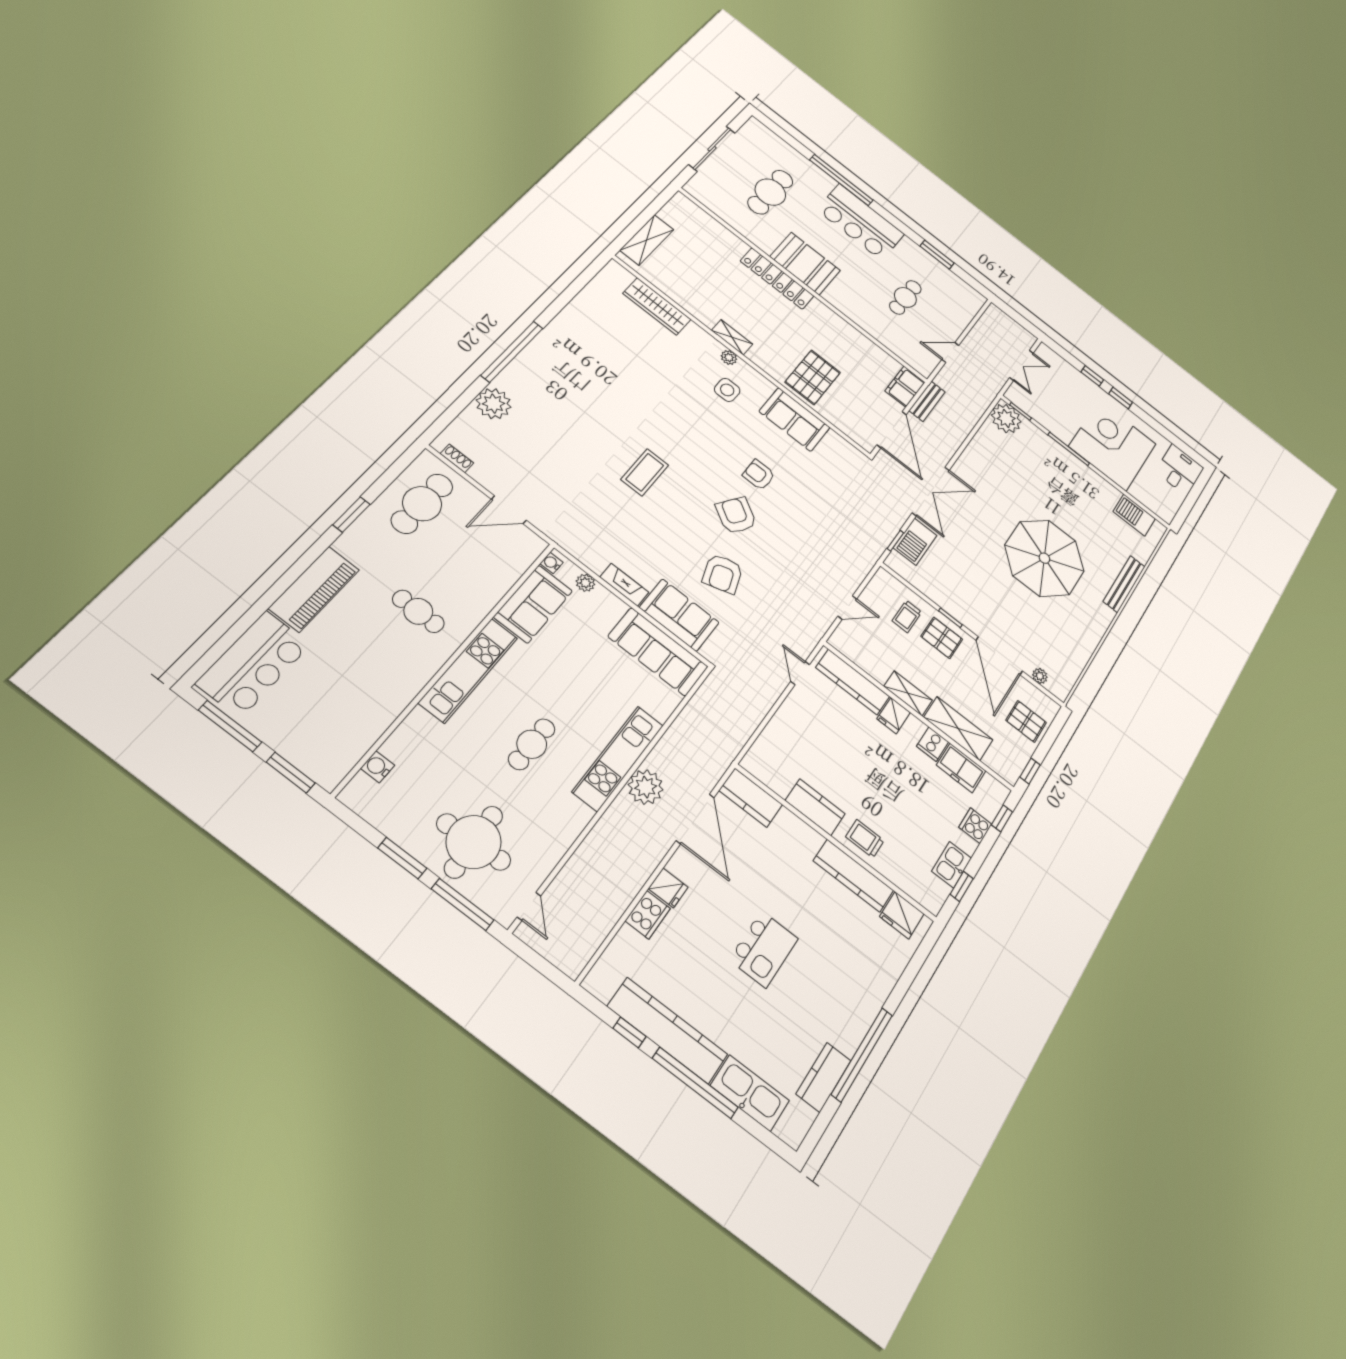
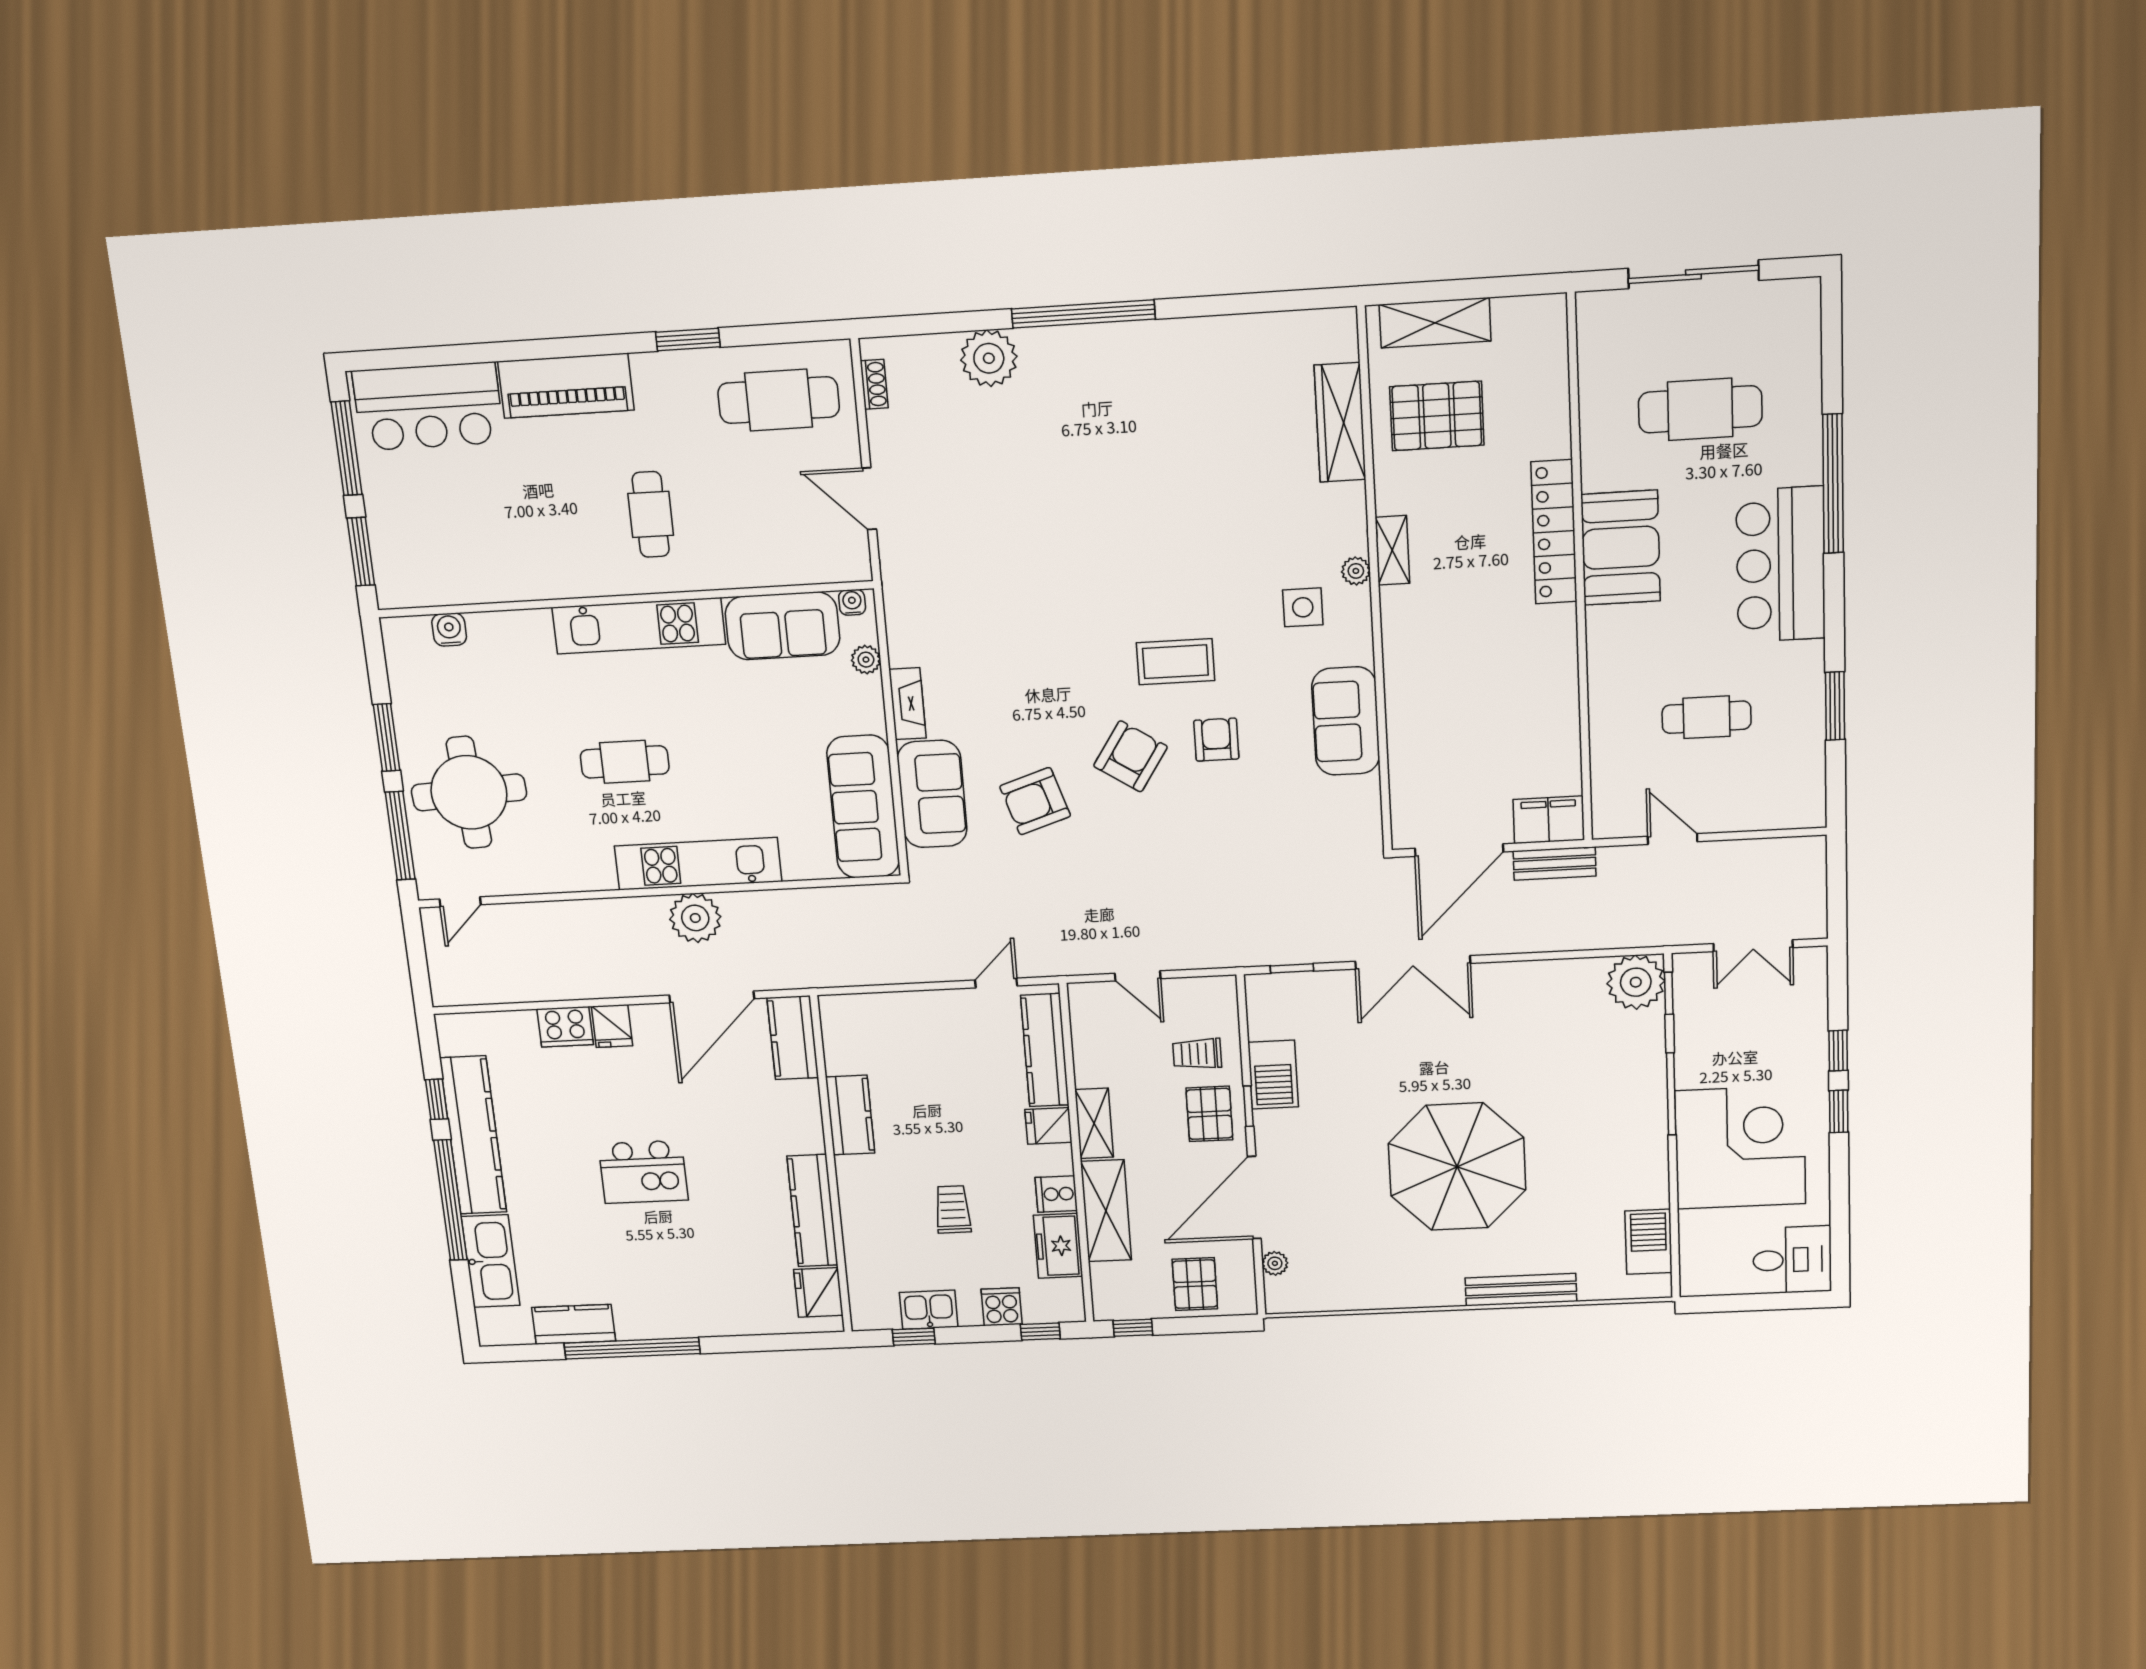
pallet: (813, 377) -> (1437, 416), moved
coffee table: (645, 472) -> (1176, 662), moved
barbecue: (915, 542) -> (1273, 1075), moved, turned -90
trolley: (865, 839) -> (953, 1209), moved

